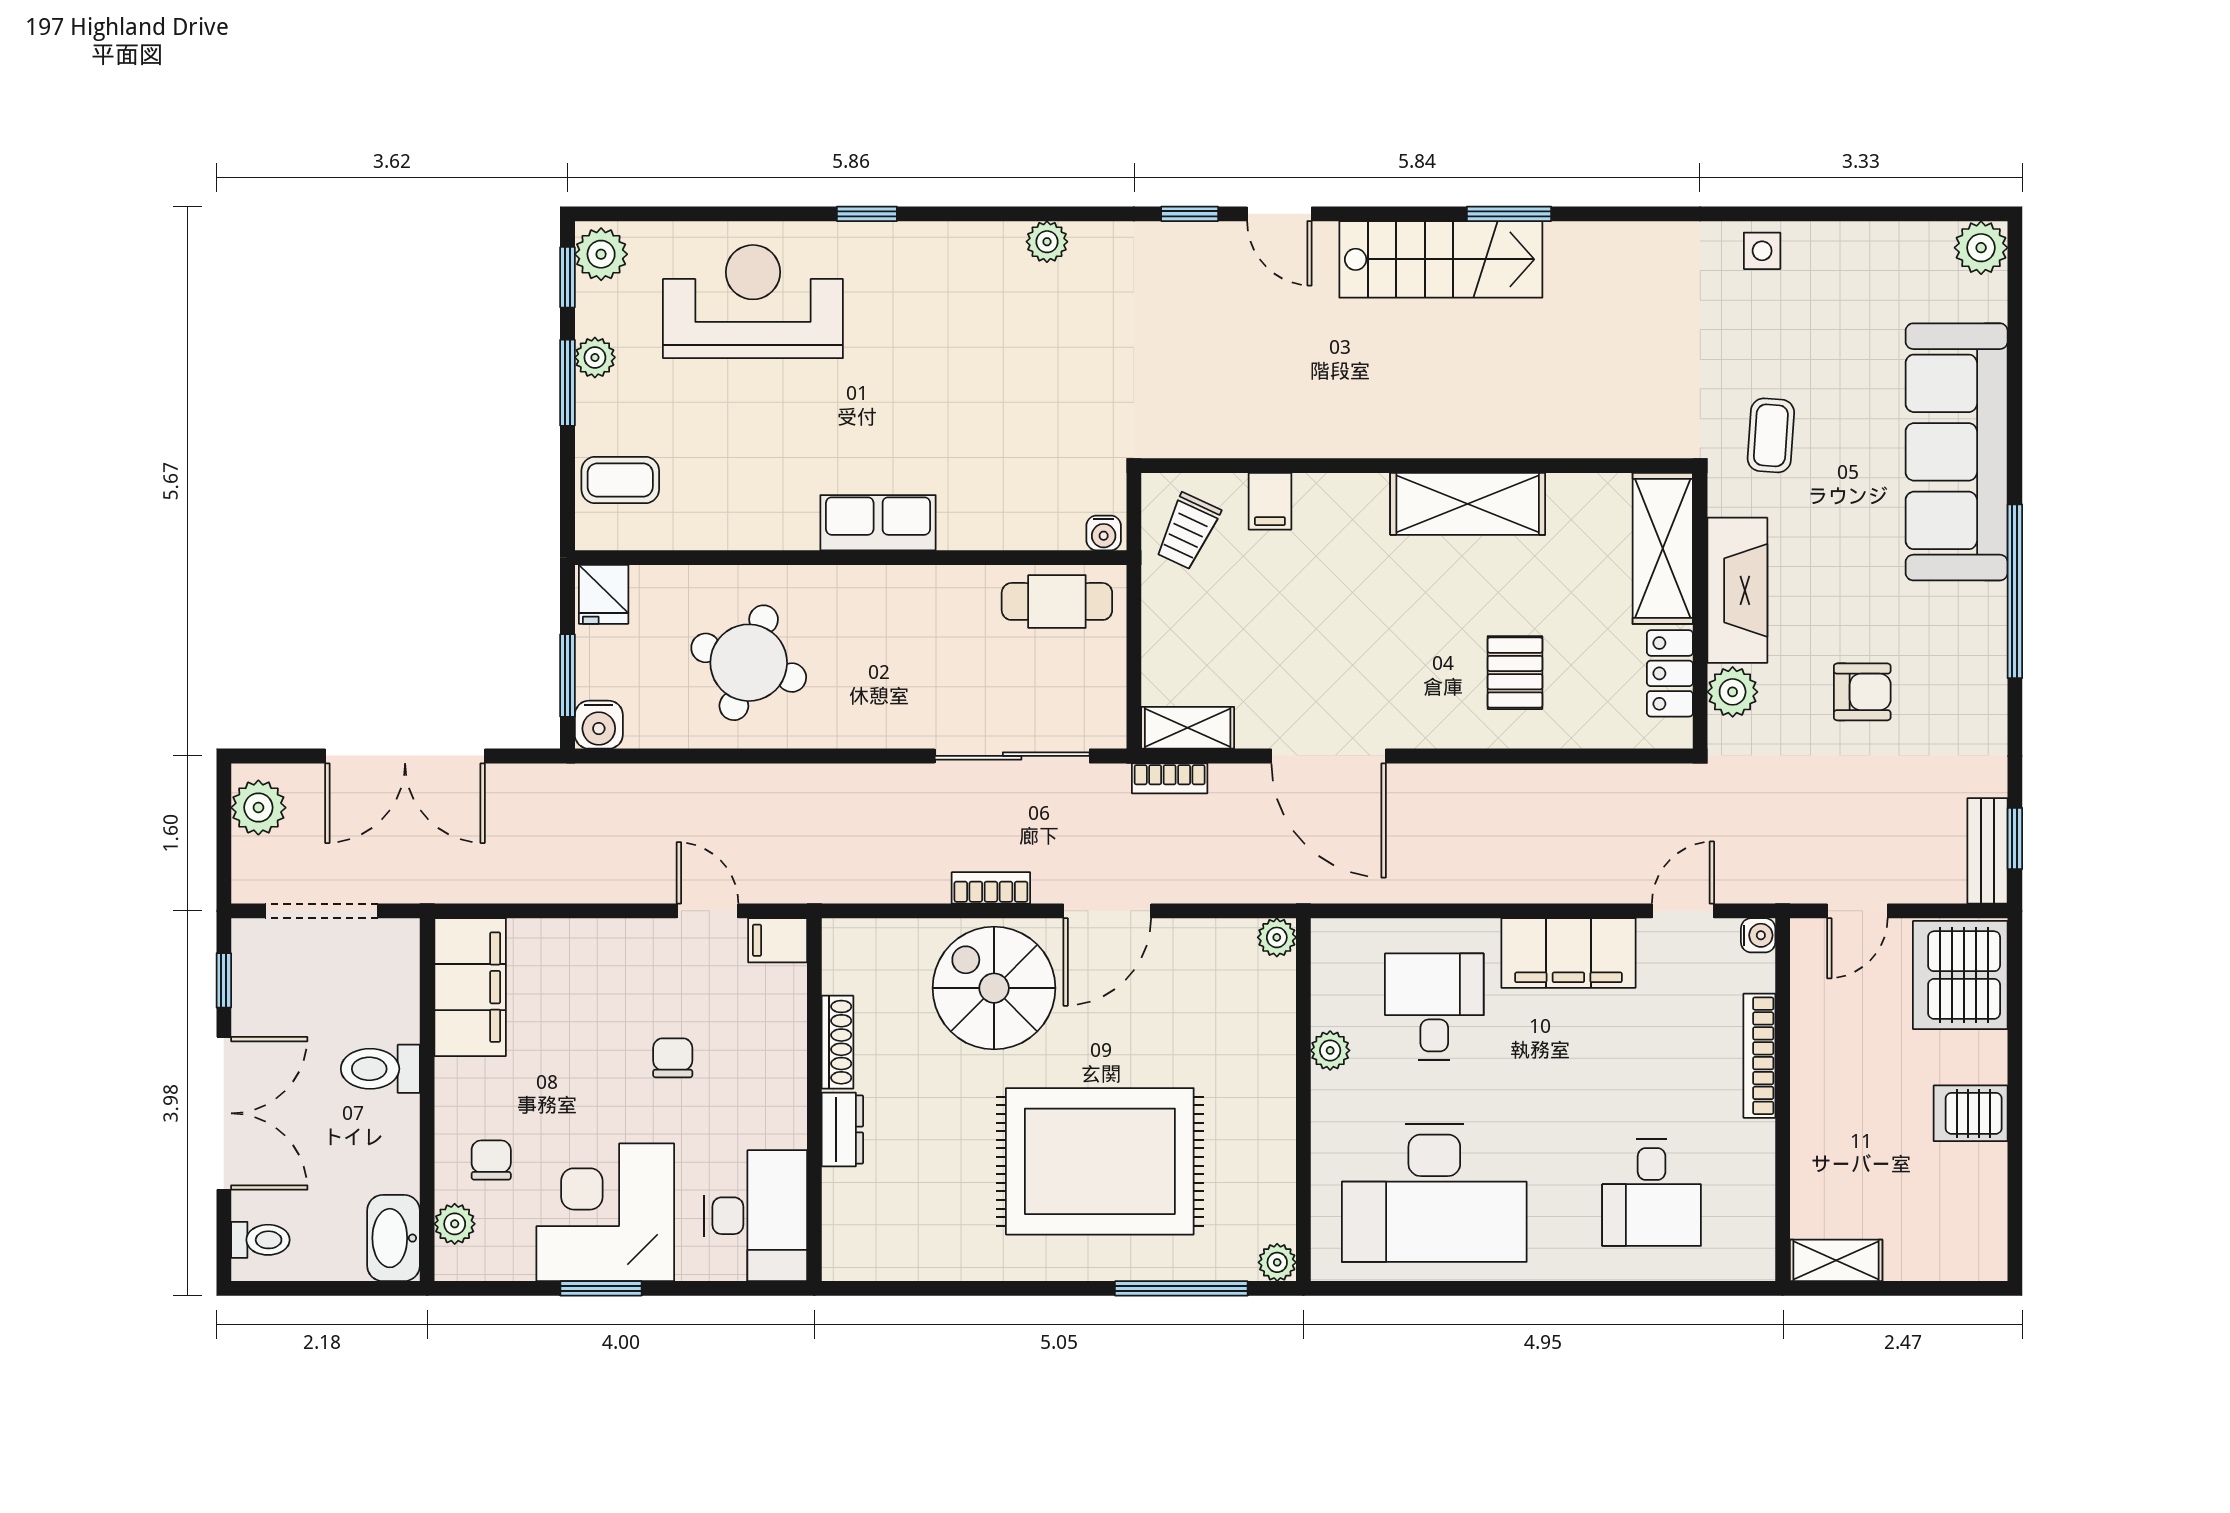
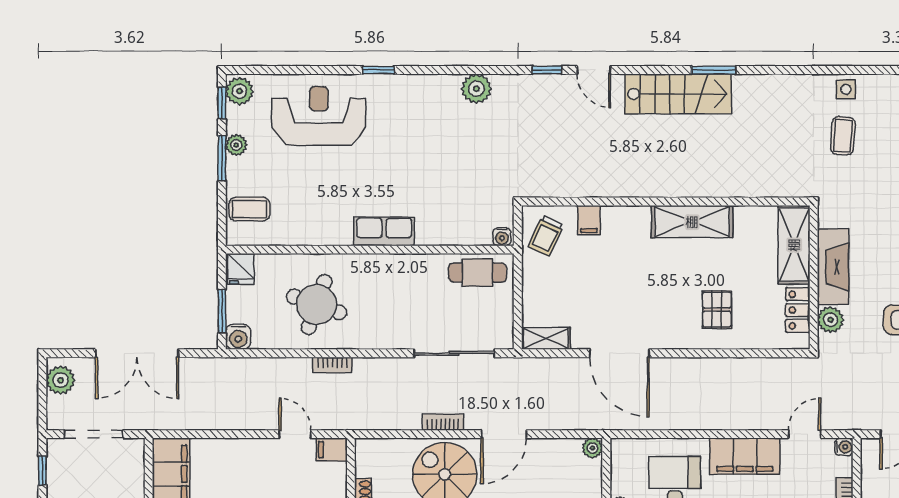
plant: (1047, 242) -> (476, 89), width x1.38, depth x1.38
coffee table: (1771, 435) -> (843, 136), moved
bookcase: (1170, 778) -> (332, 365), moved

